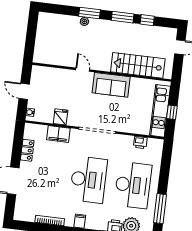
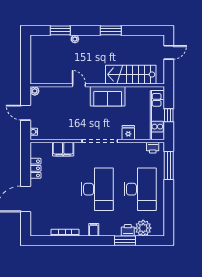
window: (89, 13) -> (60, 30), moved
window: (147, 20) -> (134, 30), removed
plant: (36, 70) -> (35, 91), added
fridge: (61, 117) -> (128, 133), moved
printer: (140, 142) -> (153, 148), moved
window: (160, 209) -> (169, 165), moved

